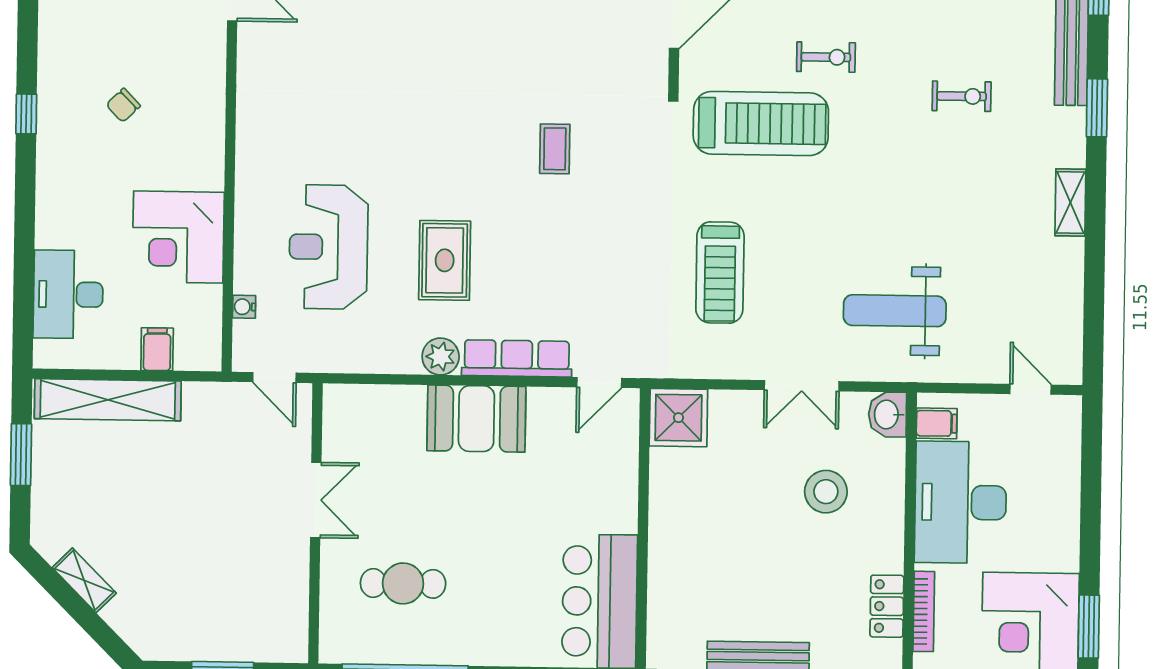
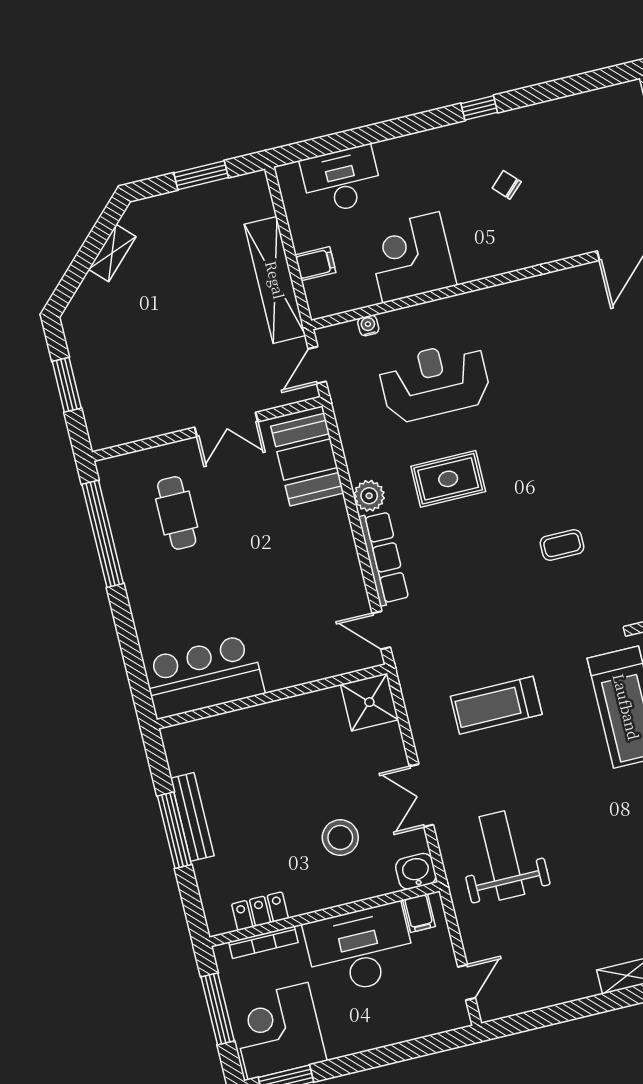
shelving: (108, 400) -> (275, 280), moved
booth: (476, 419) -> (307, 460), moved

